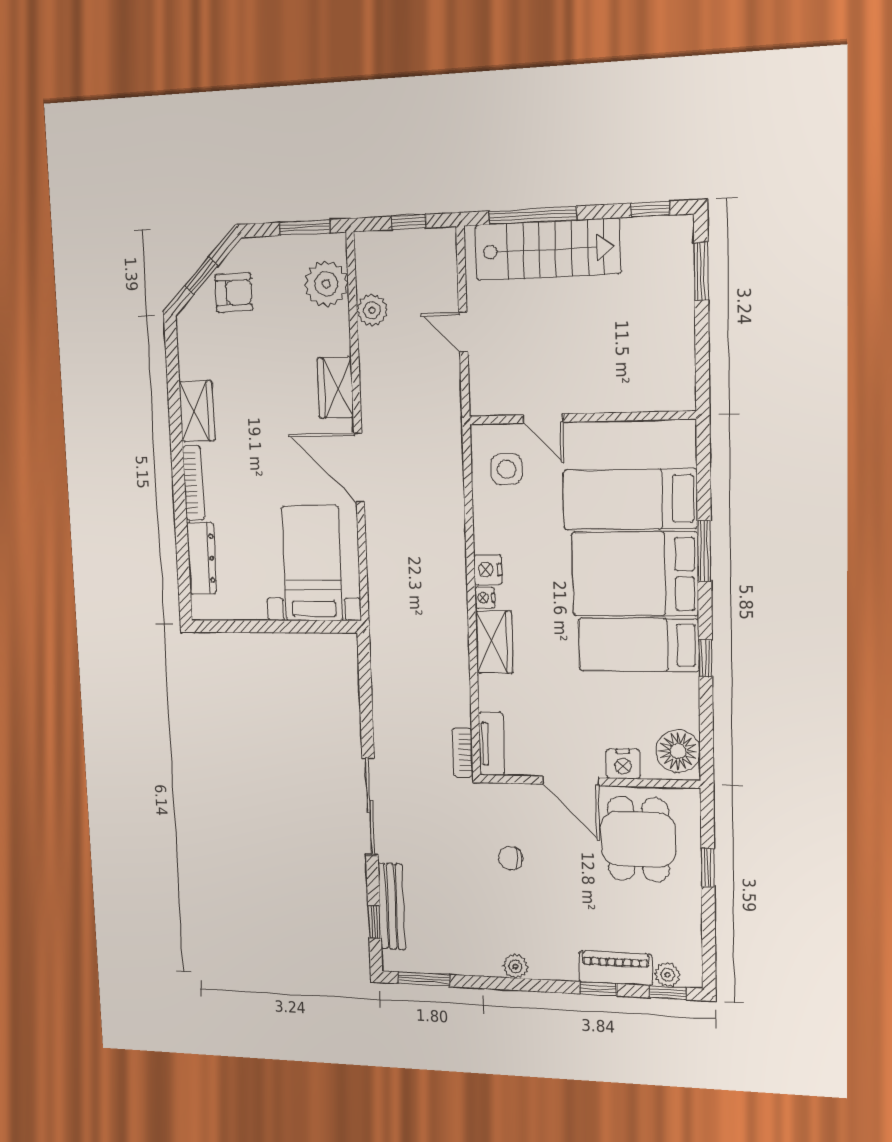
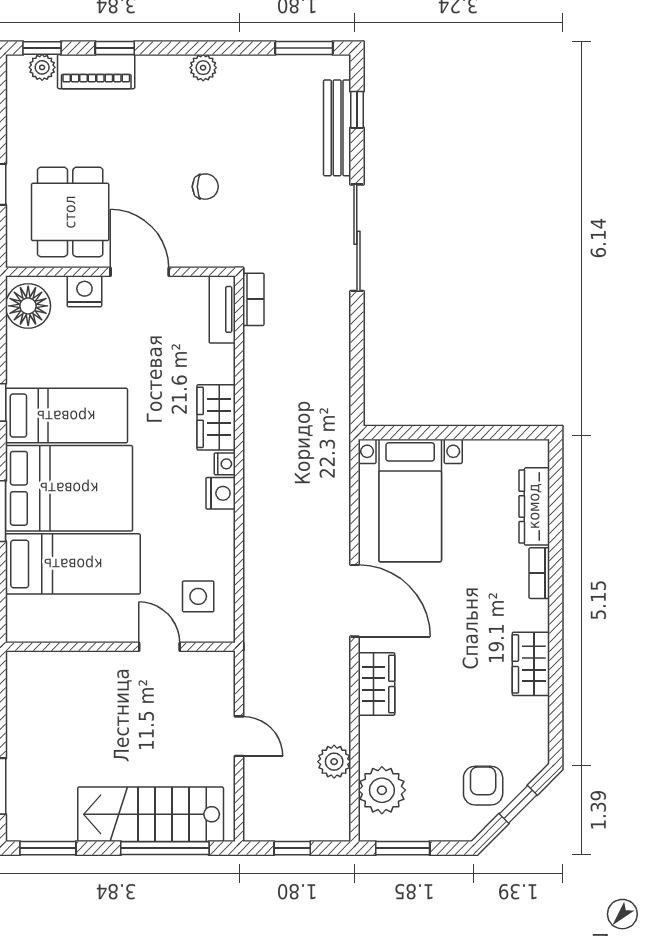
window: (650, 209) -> (48, 848), width x1.50
armchair: (234, 293) -> (483, 786), turned 90
bookcase: (193, 483) -> (539, 573), width x0.64

